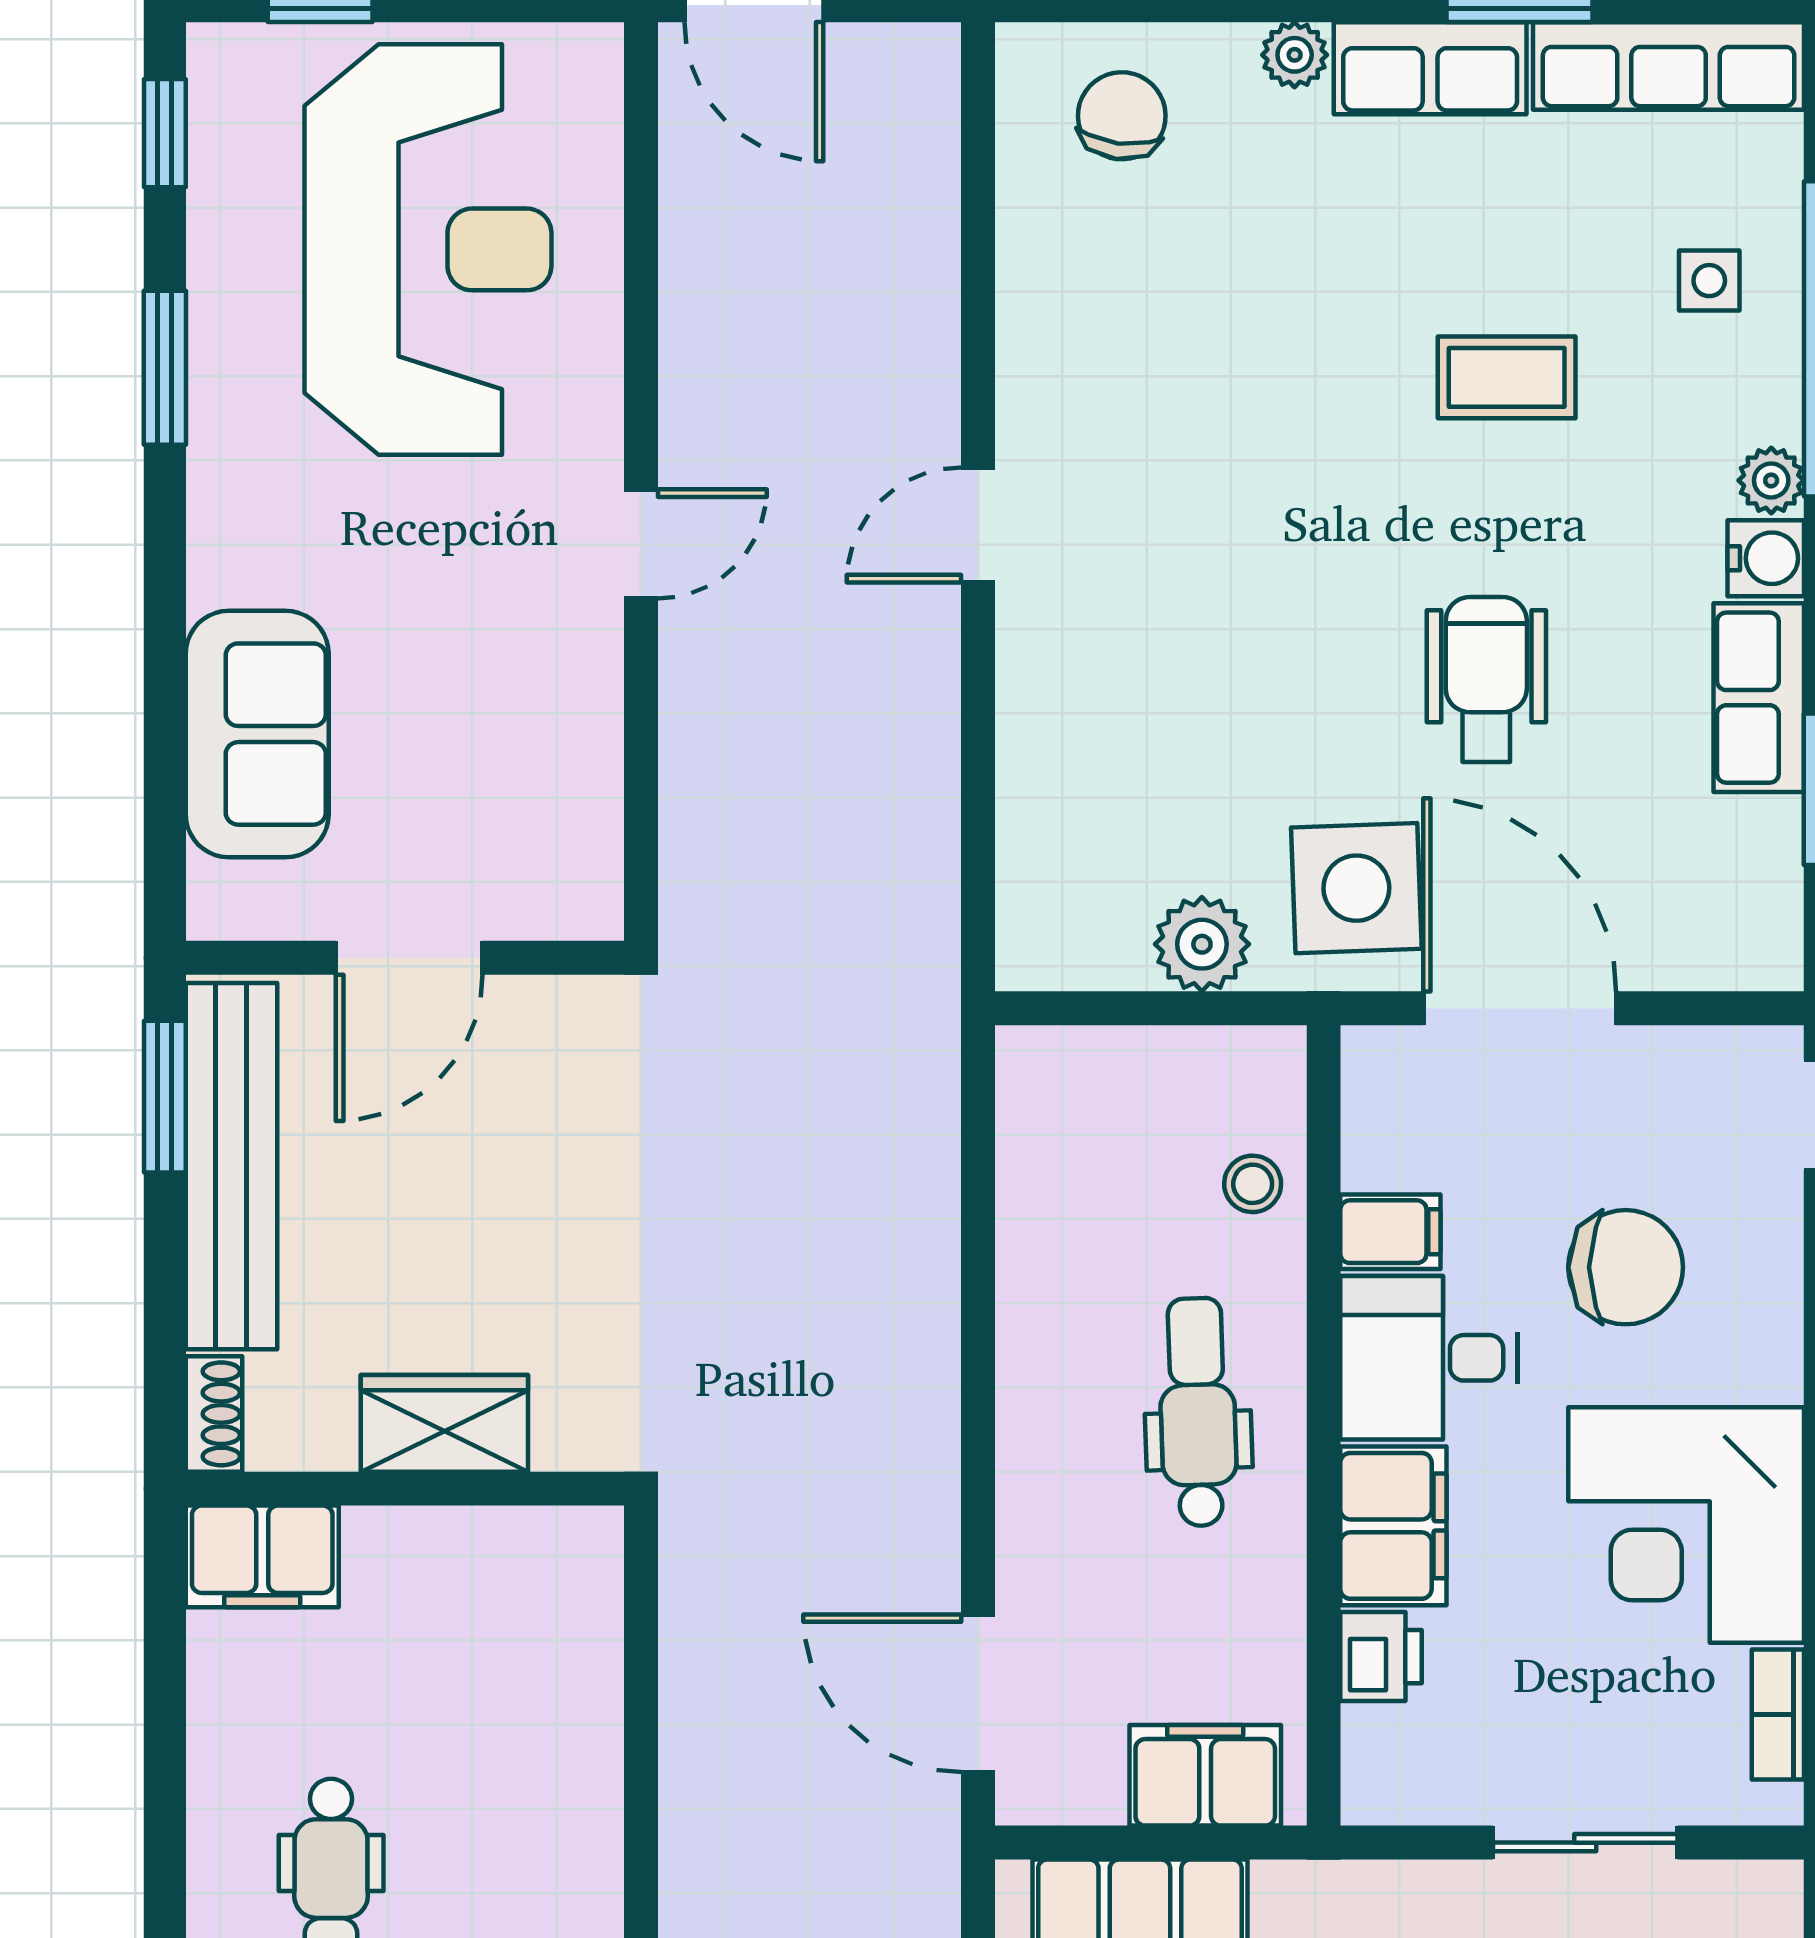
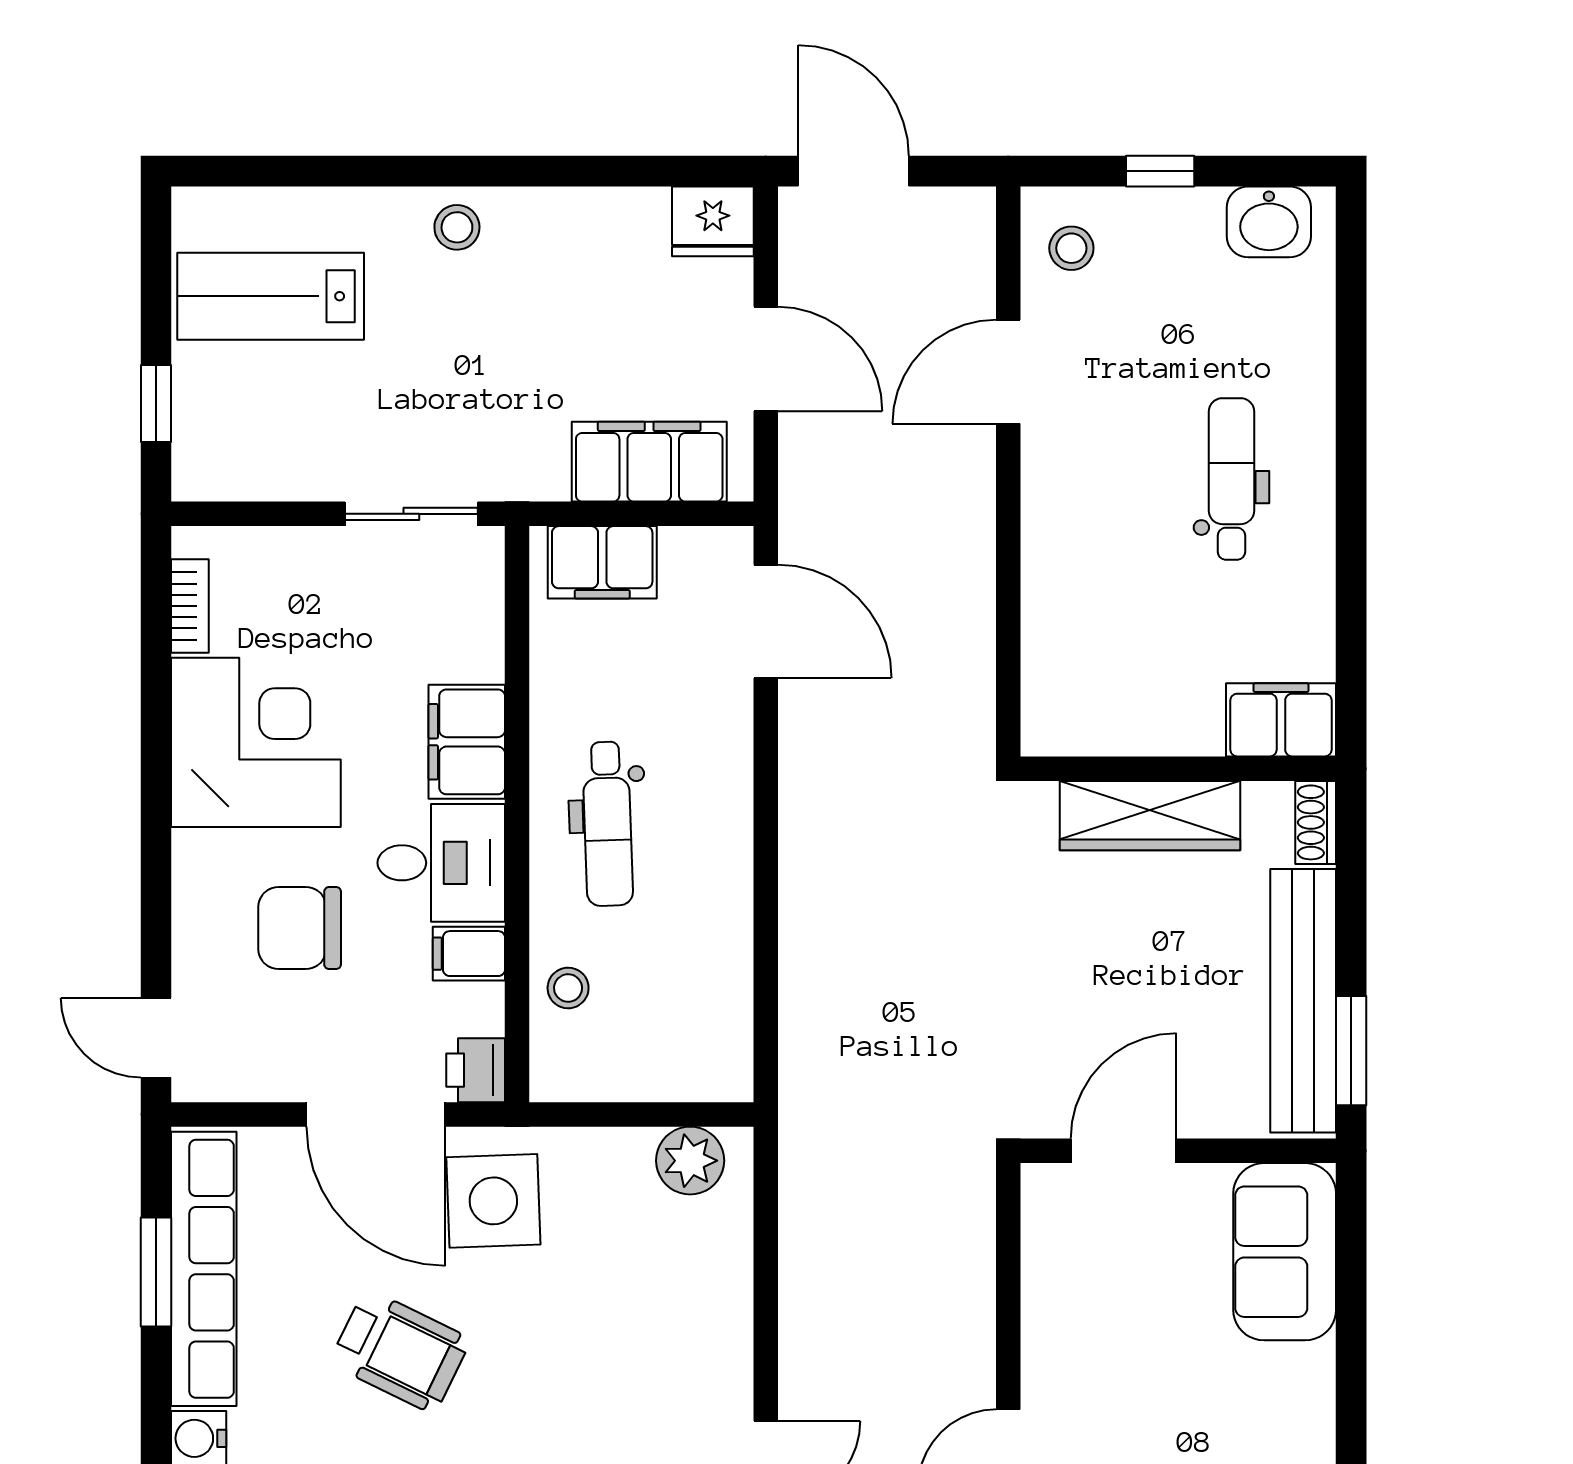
wheelchair: (1486, 679) -> (400, 1351), turned -64
row of seats: (1759, 698) -> (204, 1269), width x2.02
sofa: (257, 734) -> (1285, 1252), moved
plant: (1202, 944) -> (690, 1161), moved
door: (409, 958) -> (1124, 1151), moved
wardrobe: (444, 1423) -> (1150, 816), width x1.50
printer: (1381, 1657) -> (476, 1070), moved
sliding door: (1585, 1843) -> (411, 514), moved

